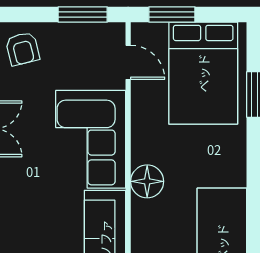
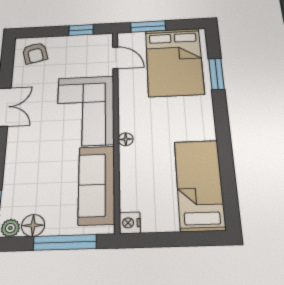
window: (83, 15) -> (81, 30), width x0.67
floor lamp: (147, 181) -> (126, 139), width x0.53, depth x0.53

